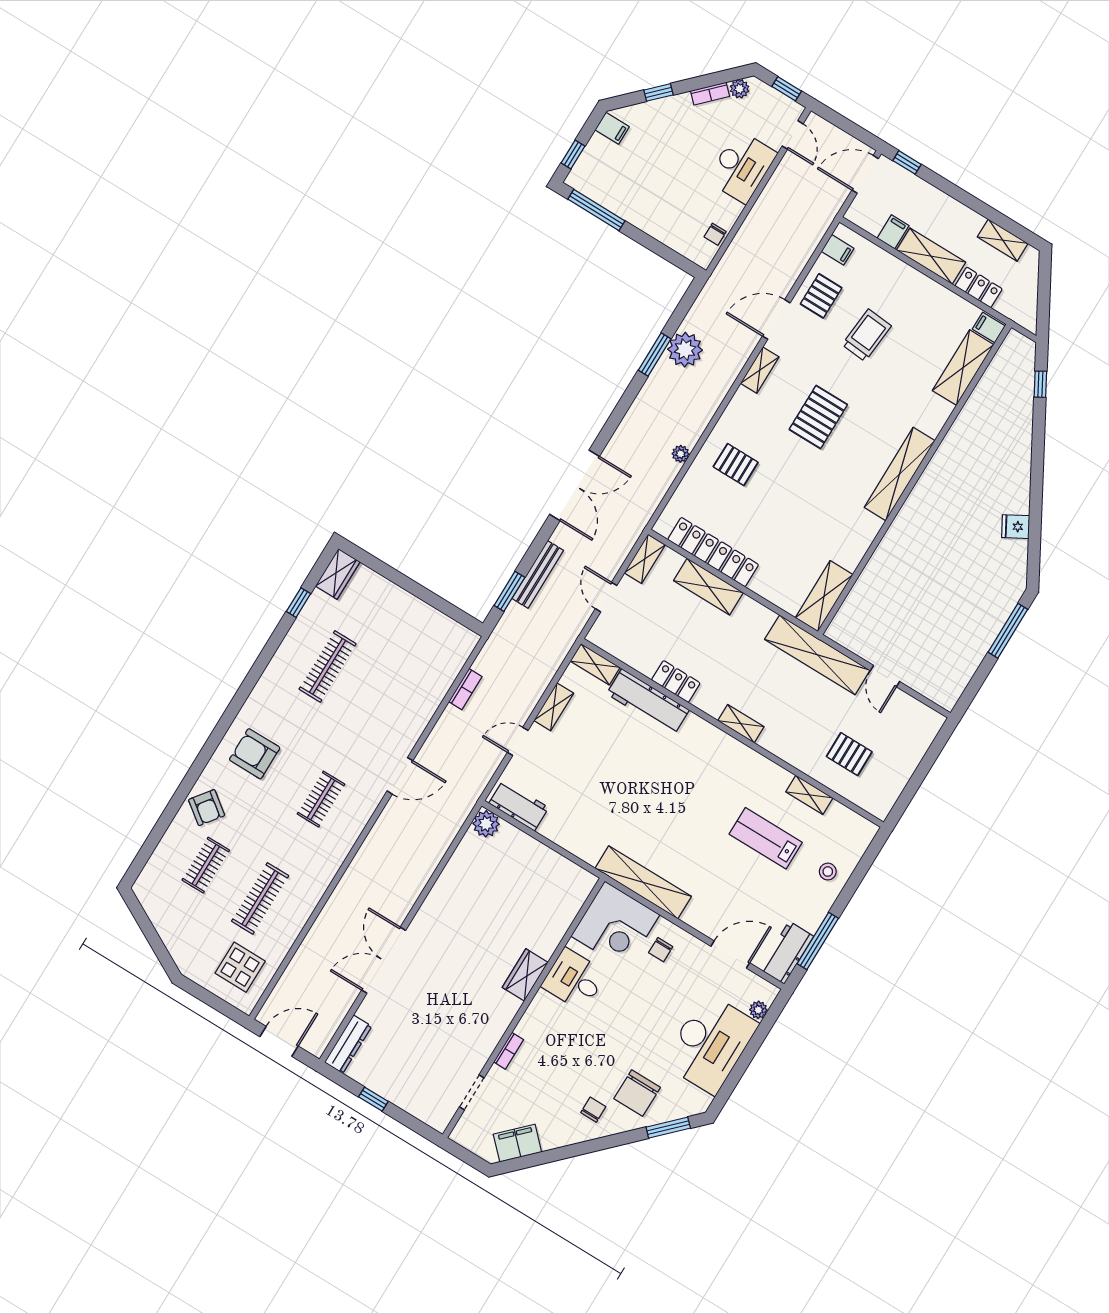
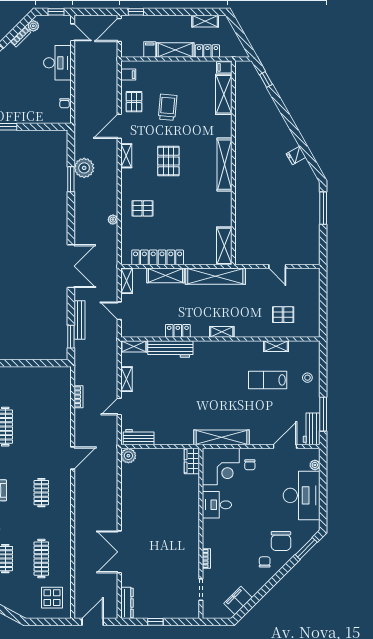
shelving: (817, 655) -> (215, 276), moved
wardrobe: (525, 975) -> (192, 461), moved

